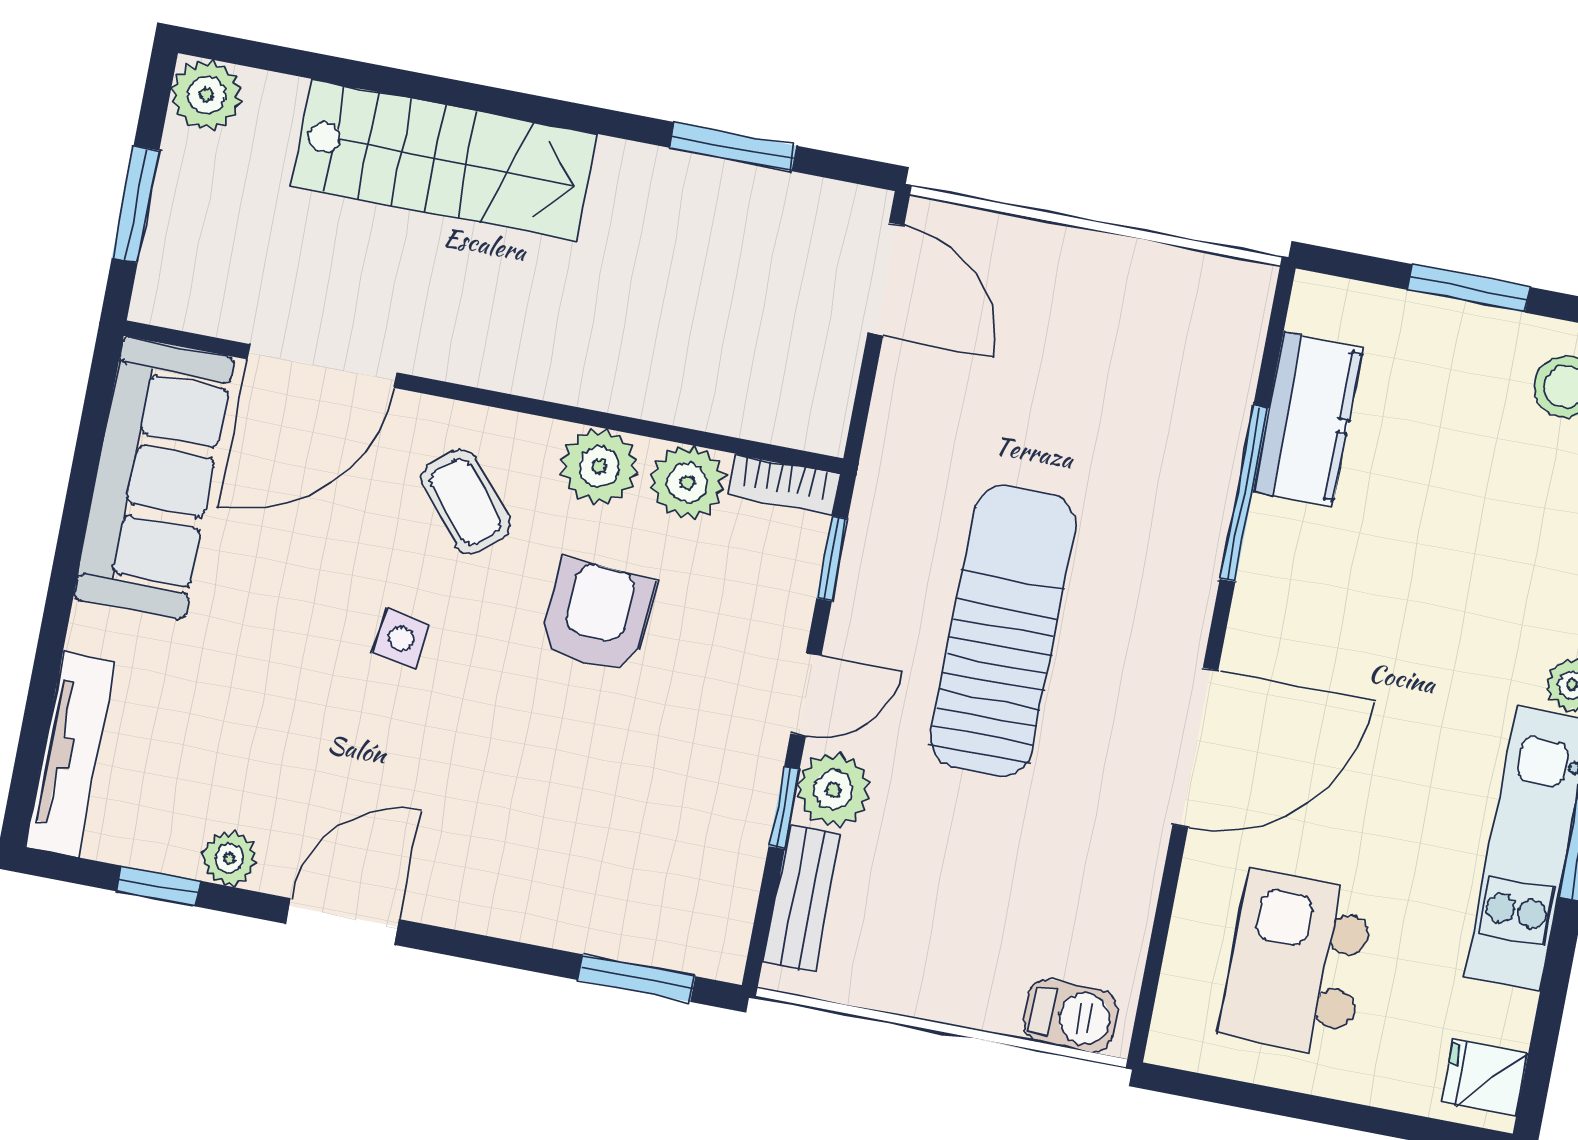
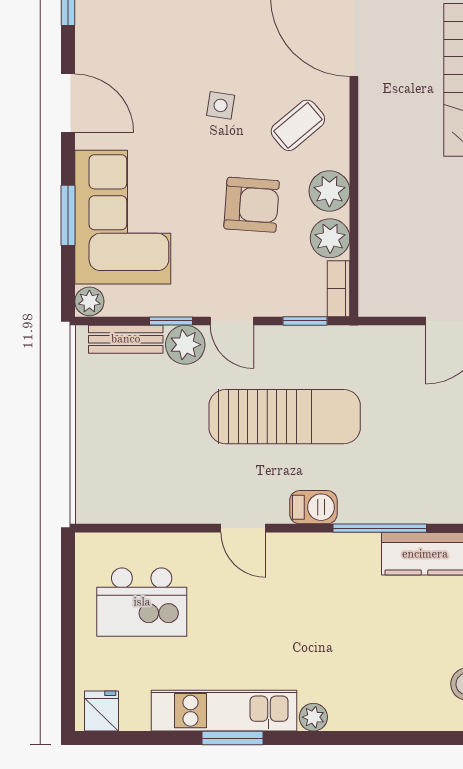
door: (1195, 747) -> (243, 528), width x0.53
plant: (229, 858) -> (89, 301), moved
corner sofa: (574, 860) -> (123, 217), added
kitchen island: (1297, 963) -> (142, 602), turned 180
window: (636, 978) -> (68, 215), moved
barbecue: (1070, 1016) -> (313, 507), moved, turned -90

